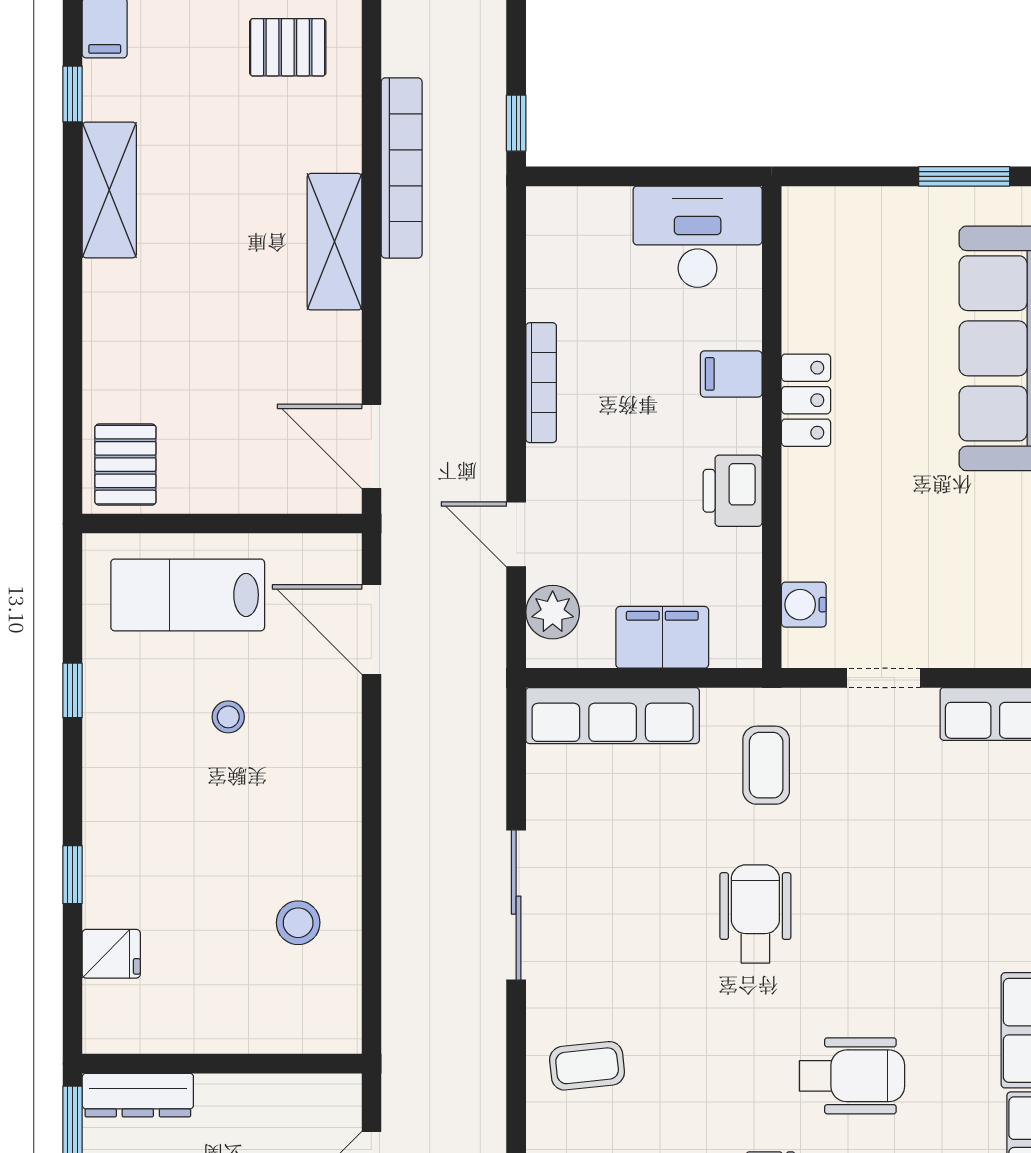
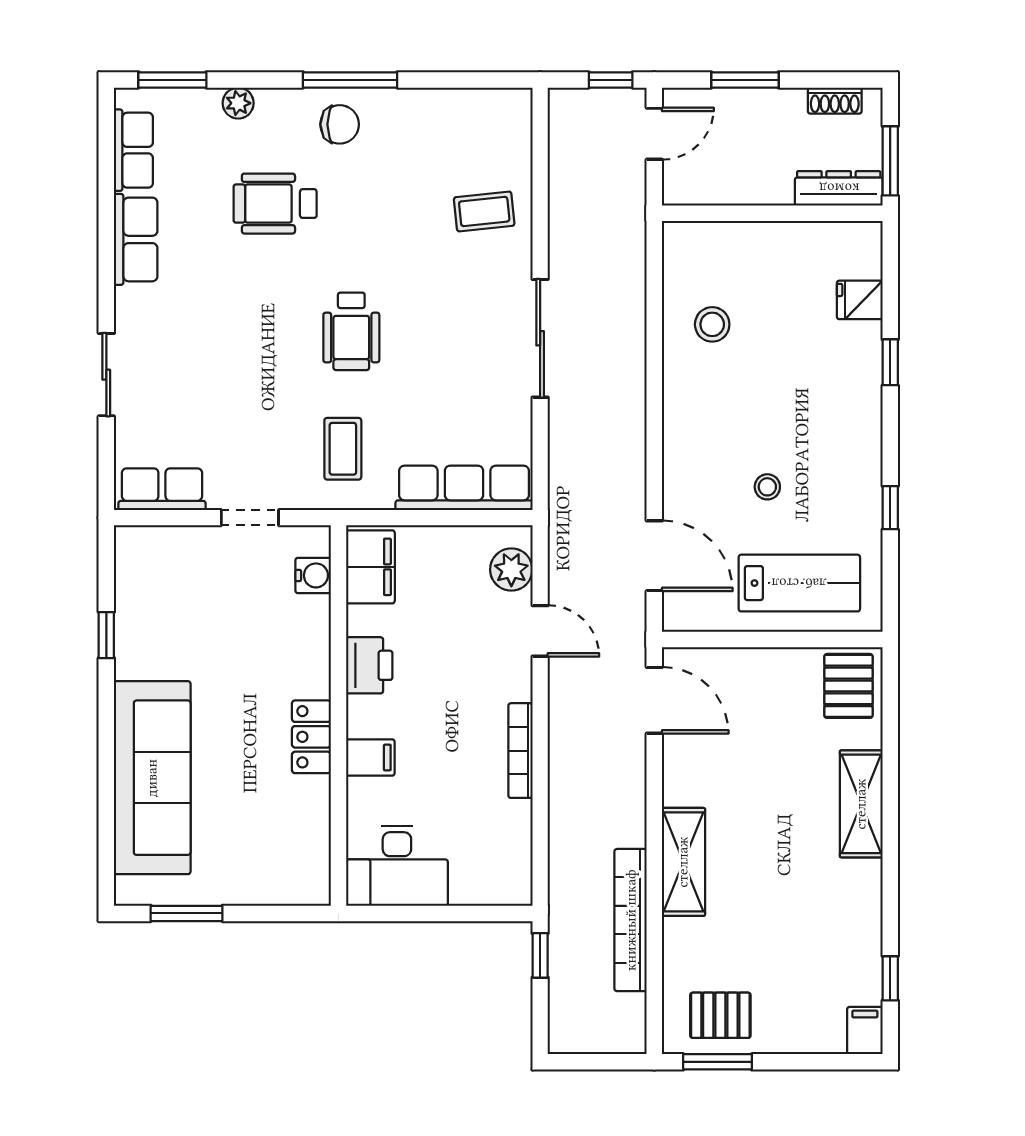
shelving: (109, 190) -> (861, 804), moved
filing cabinet: (662, 637) -> (370, 567), moved, turned -90

